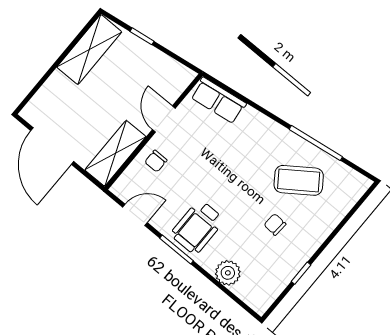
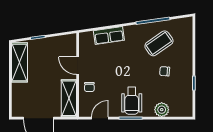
row of seats: (218, 100) -> (109, 36), moved

